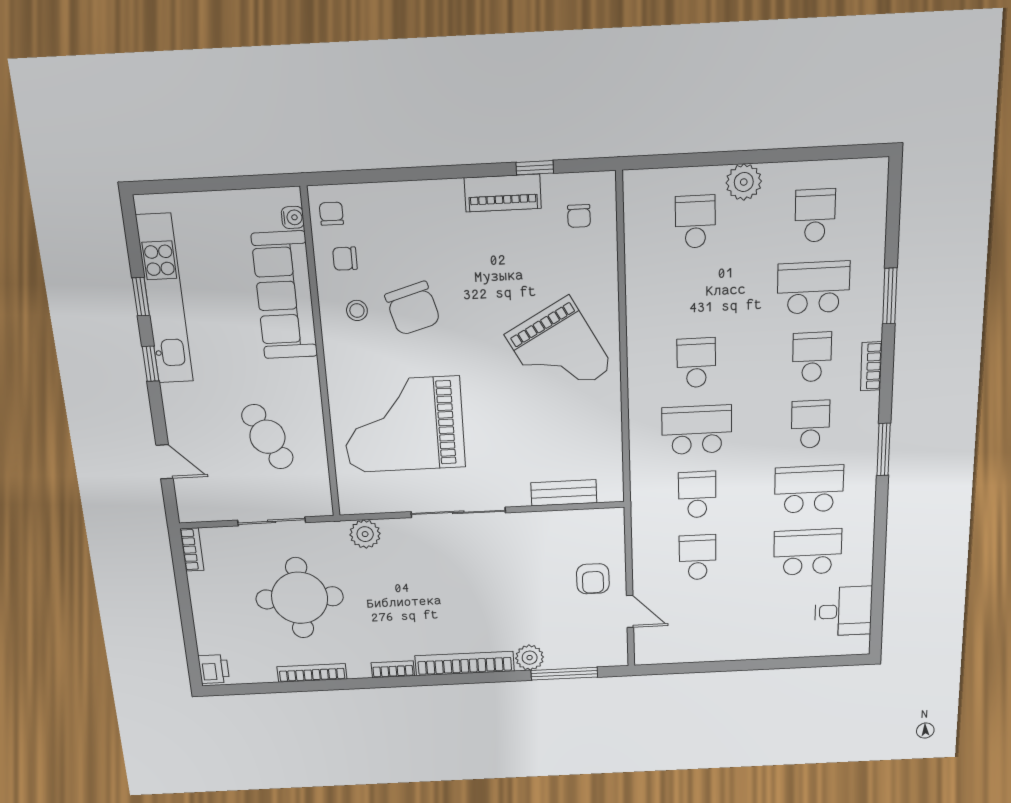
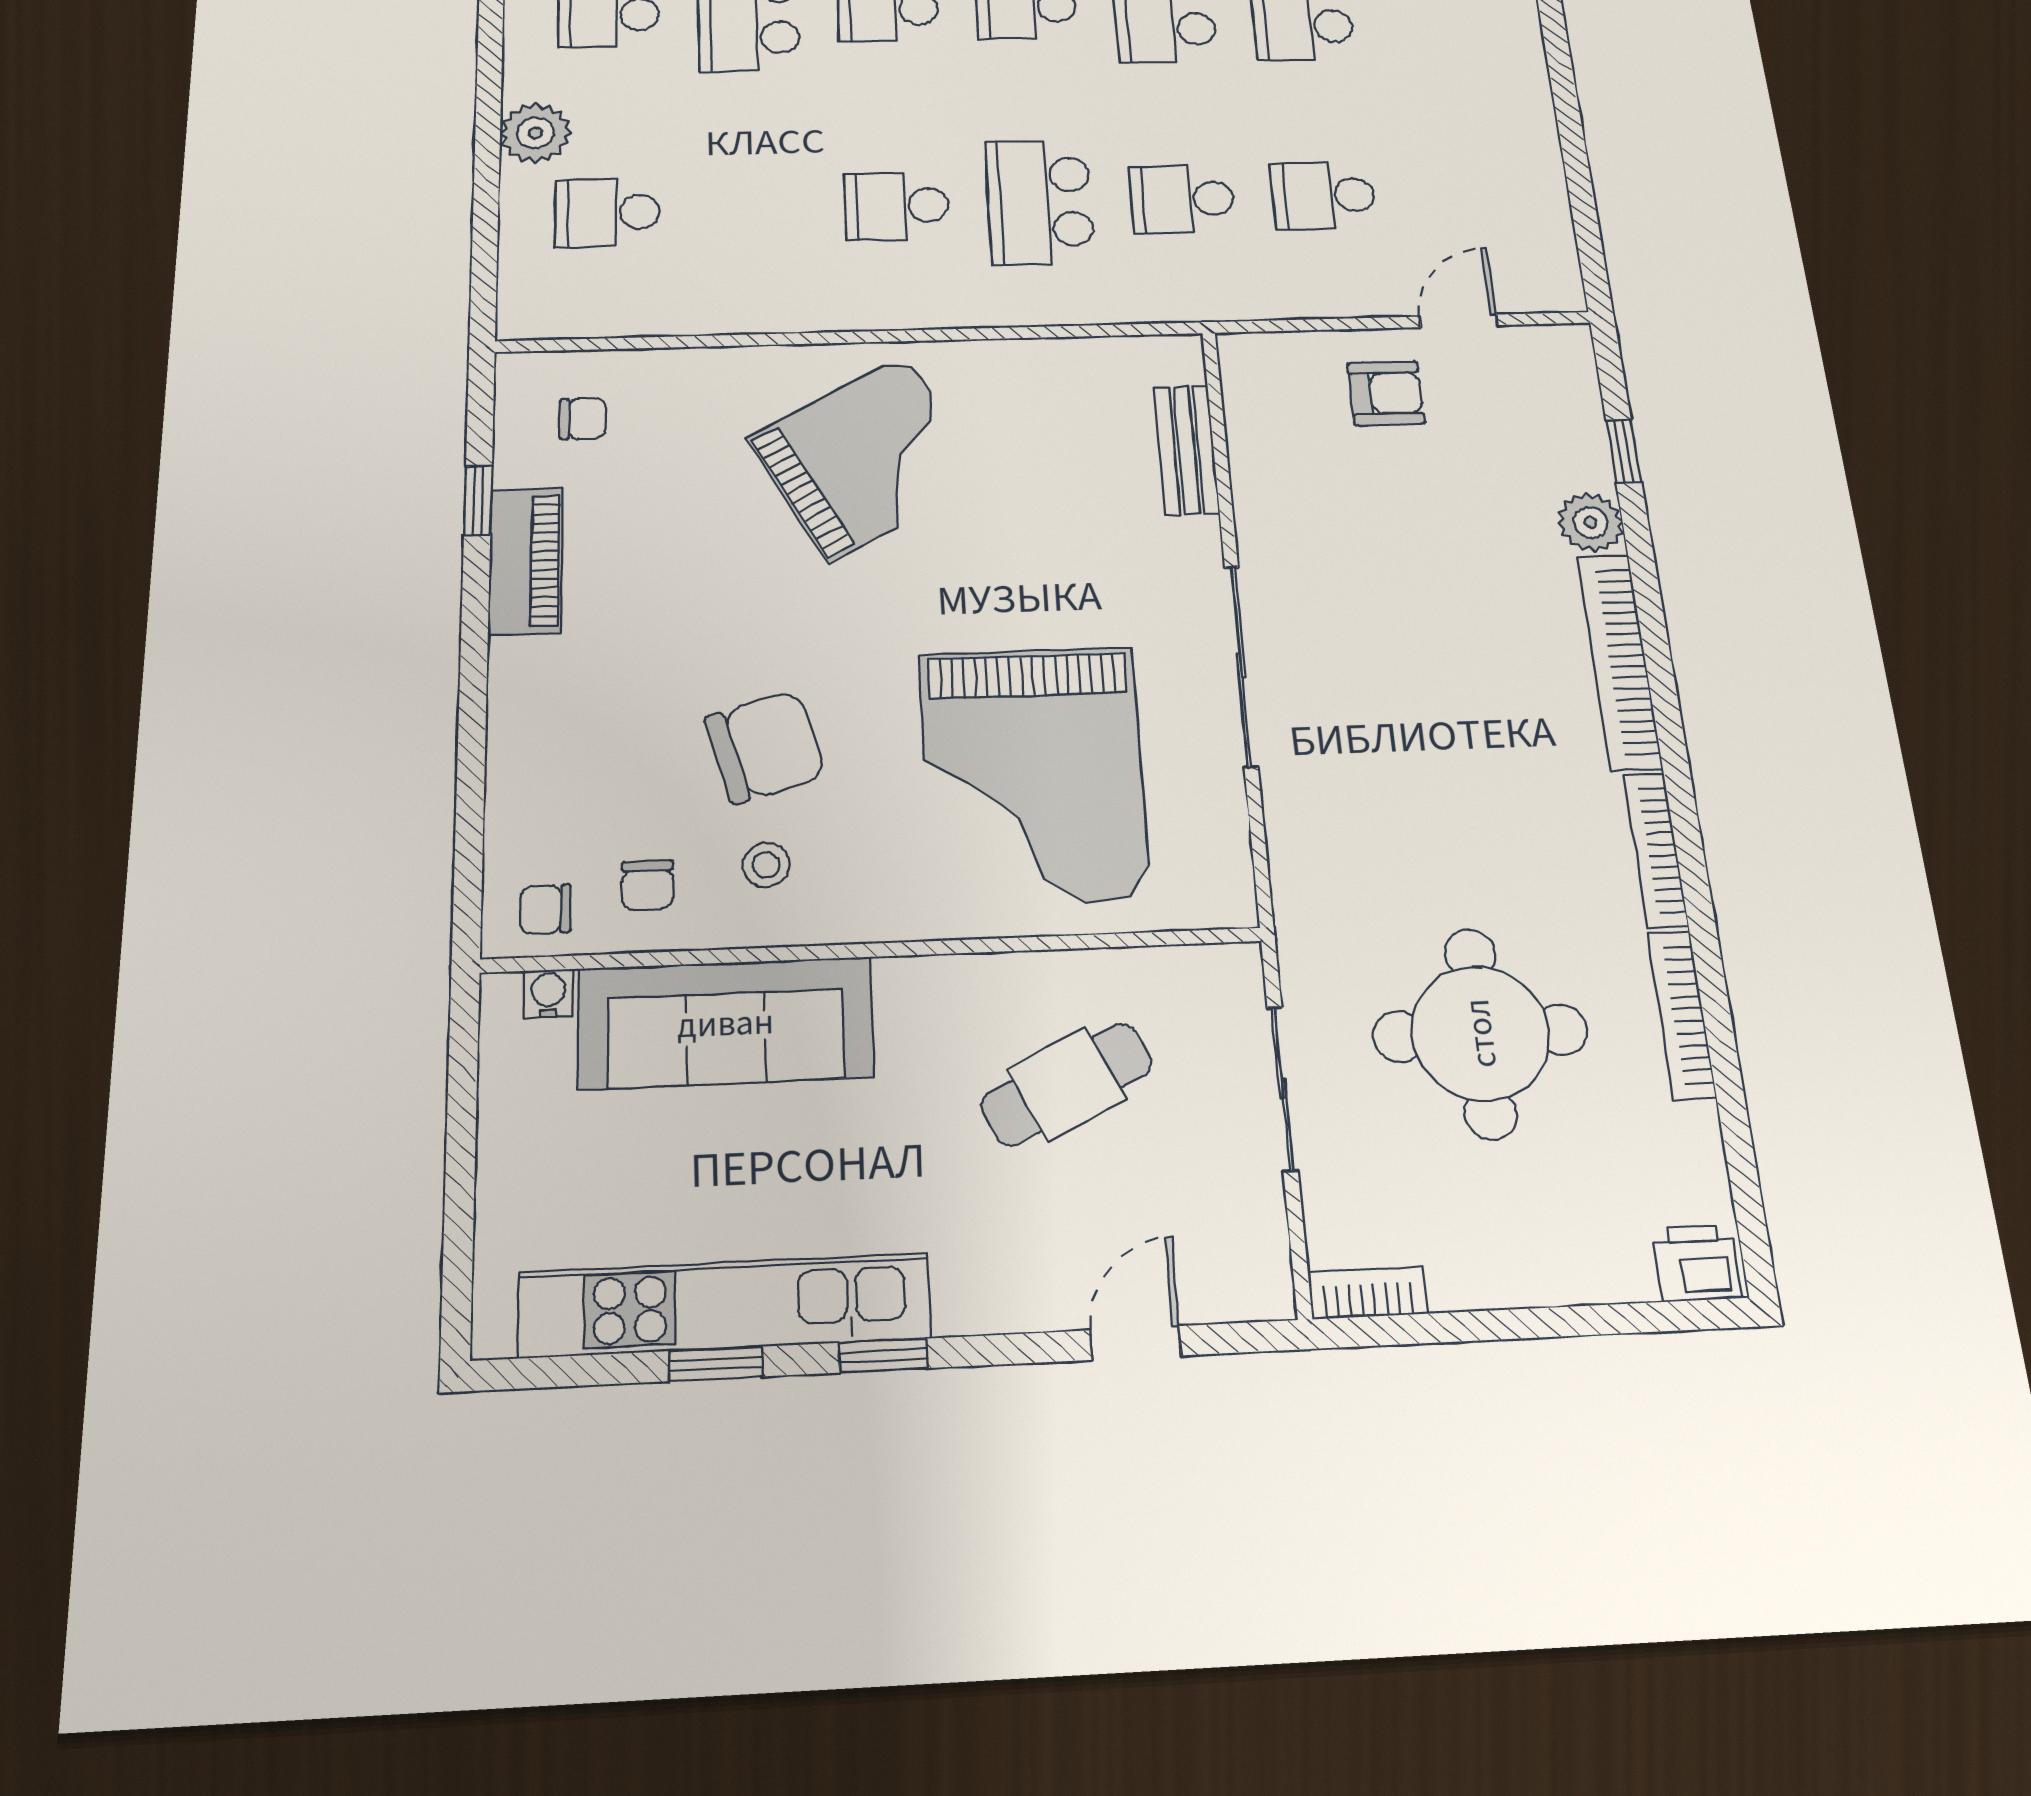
plant: (365, 534) -> (1305, 871), removed
bookcase: (393, 669) -> (1656, 850), width x1.56
window: (564, 674) -> (1624, 451), width x0.46

